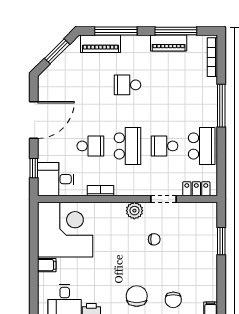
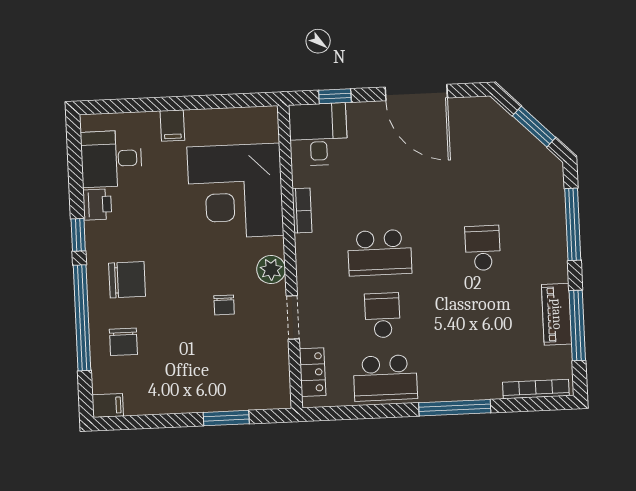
piano: (101, 44) -> (550, 199), removed
school desk: (90, 146) -> (377, 190), removed
corner desk: (65, 230) -> (235, 191), moved, turned 90
chair: (173, 300) -> (123, 342), turned -90

